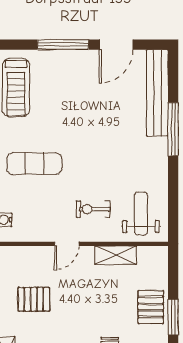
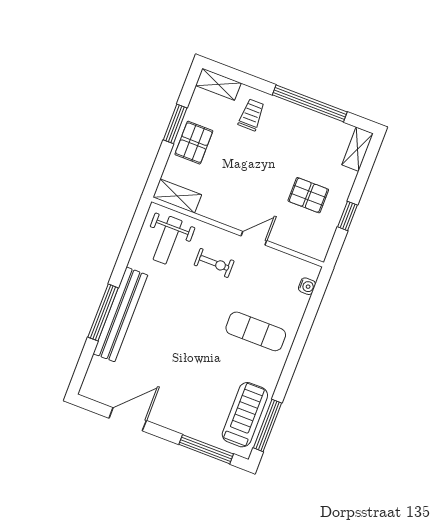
window: (63, 45) -> (206, 449), moved
bench: (157, 93) -> (120, 314), moved
shelving: (116, 255) -> (177, 196), moved

